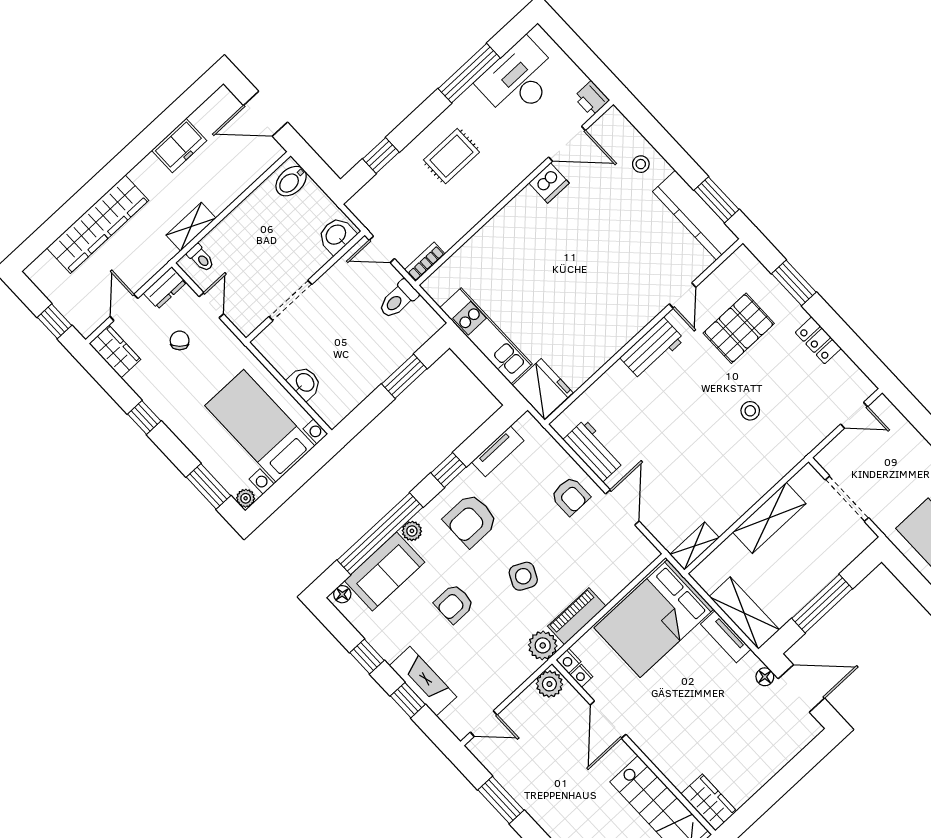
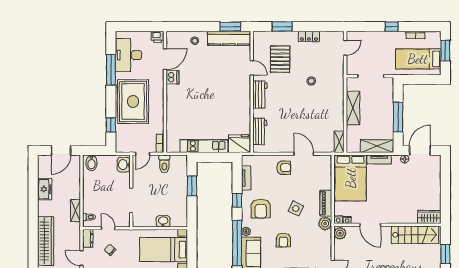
rug: (451, 156) -> (133, 102), width x1.86, depth x2.06
workbench: (594, 451) -> (260, 131), moved, turned 90

